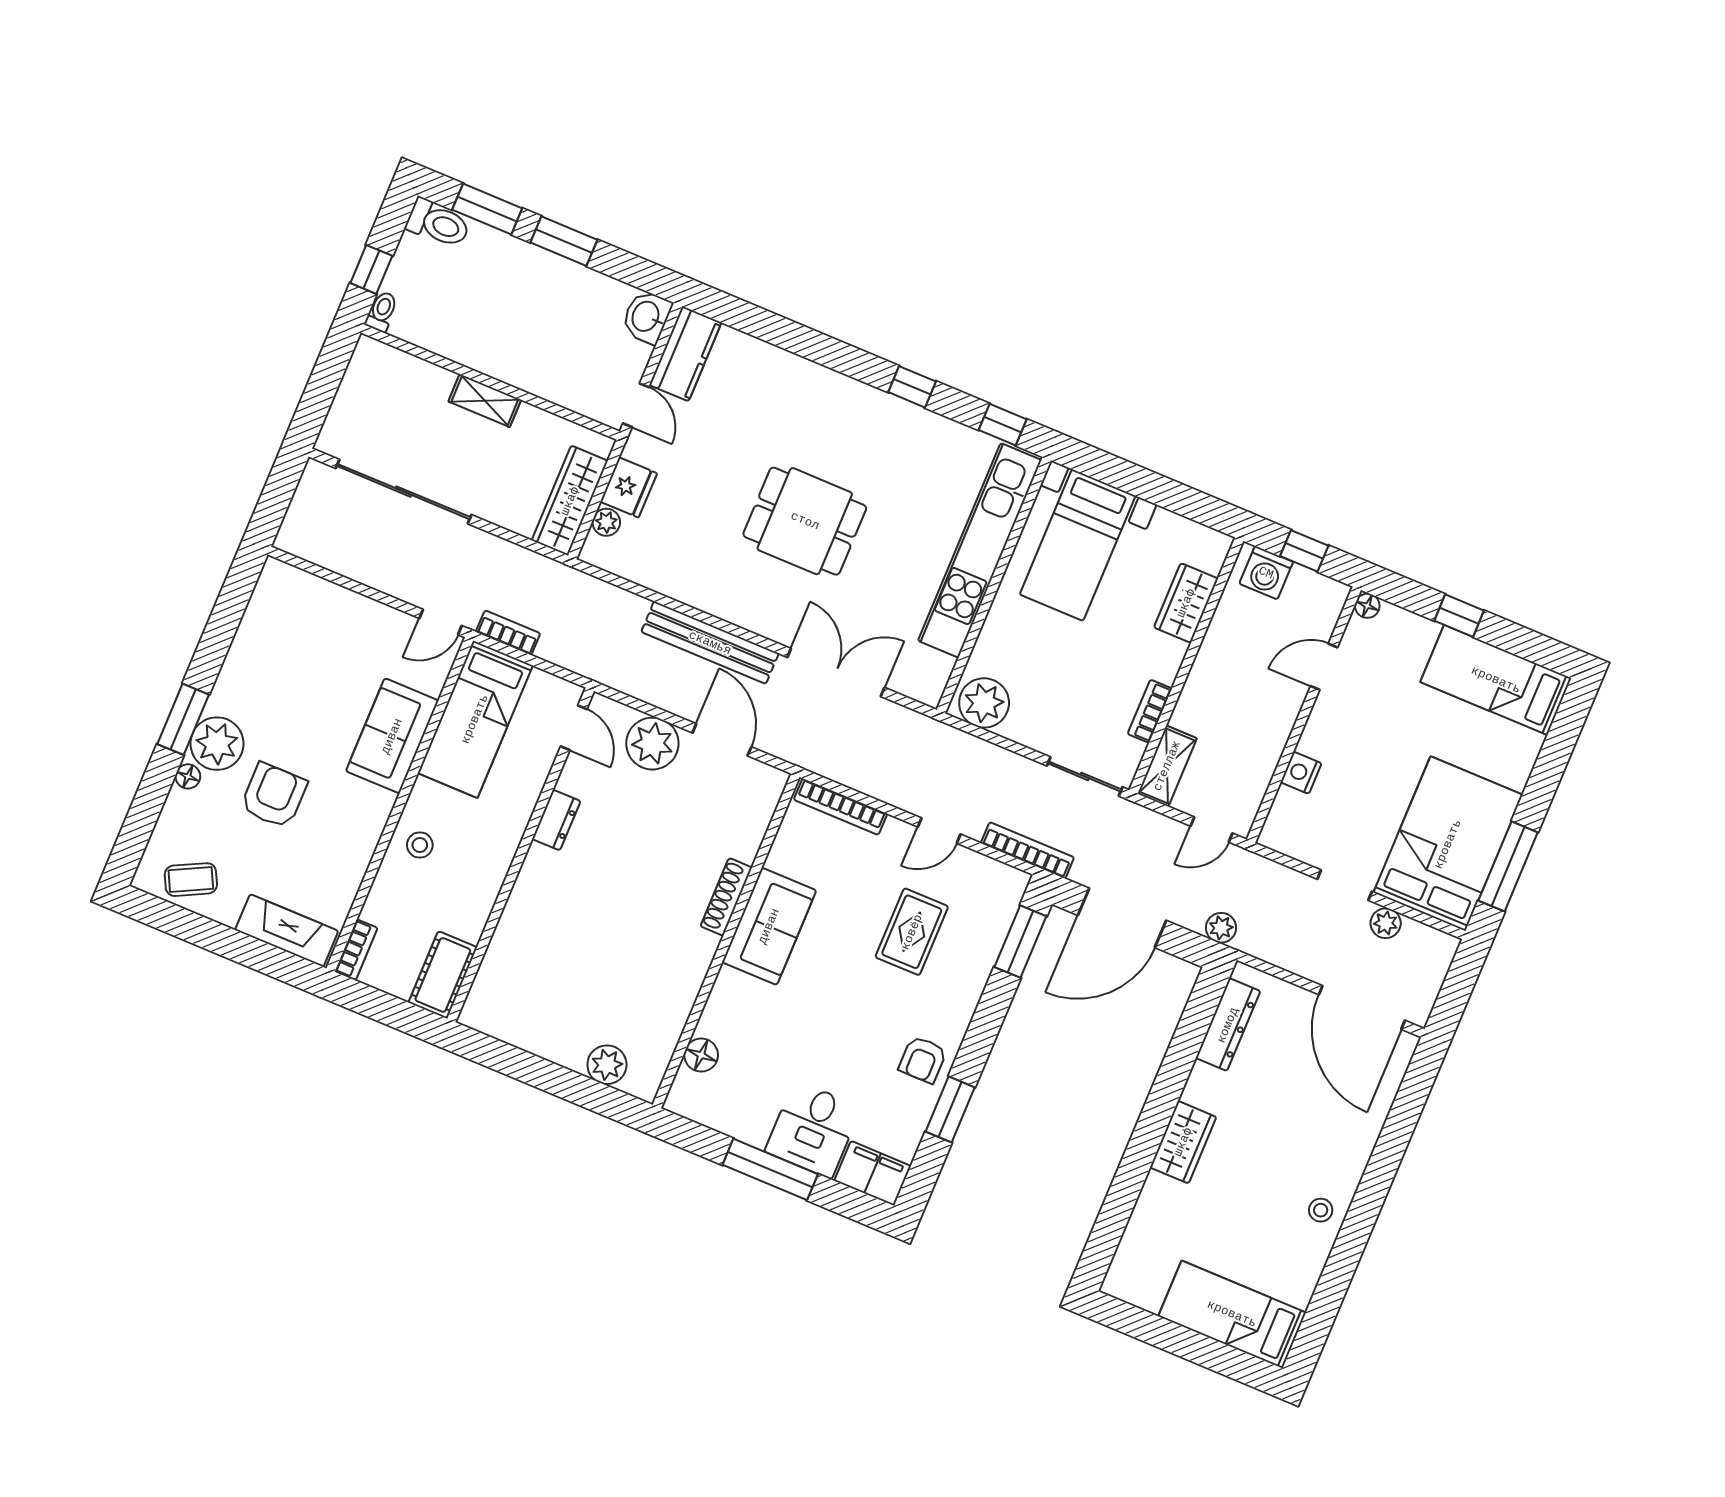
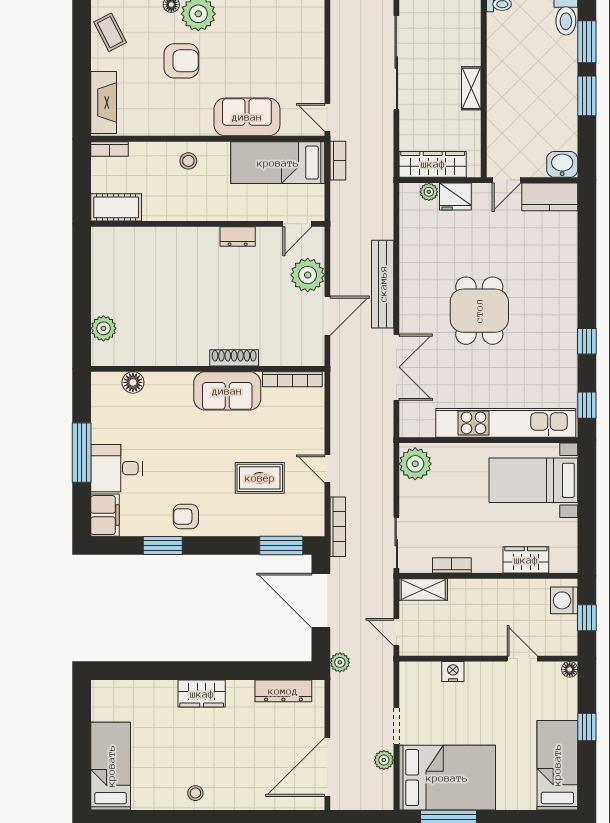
bookcase: (840, 807) -> (292, 379), moved, turned -90

